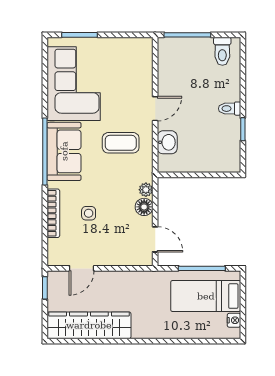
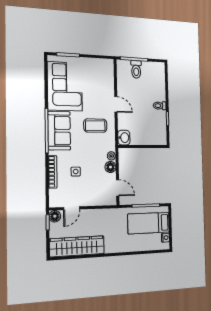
toilet: (222, 51) -> (136, 69), moved
door: (155, 109) -> (116, 104), hinge flipped
washbasin: (167, 142) -> (124, 138), moved
floor lamp: (56, 279) -> (55, 216), added

